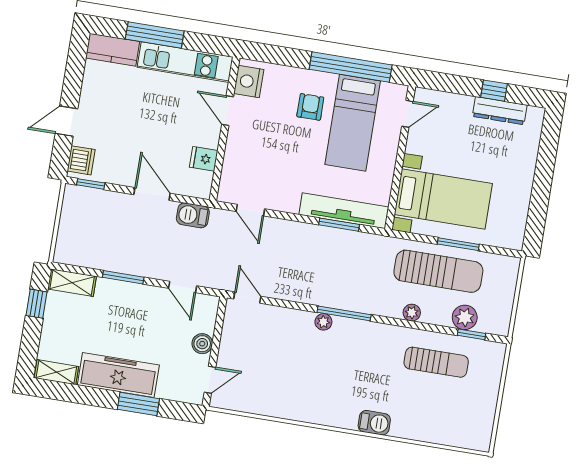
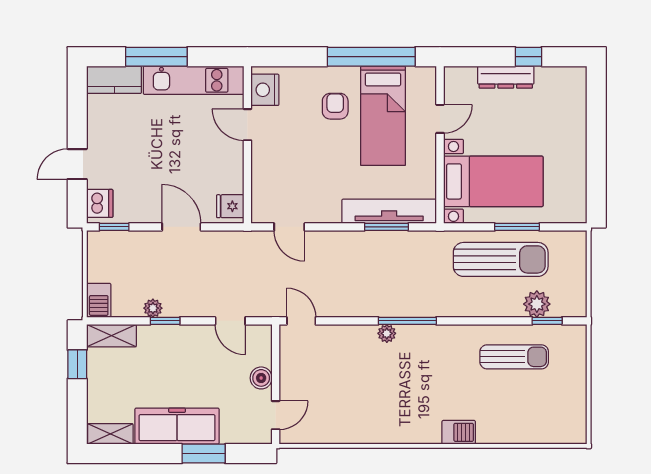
dresser: (500, 111) -> (506, 77), moved
door: (407, 114) -> (440, 119), moved
fridge: (204, 159) -> (230, 206), moved
barbecue: (193, 215) -> (99, 300), moved, turned -90
window: (123, 277) -> (165, 321), width x0.67
plant: (412, 313) -> (153, 308), moved

